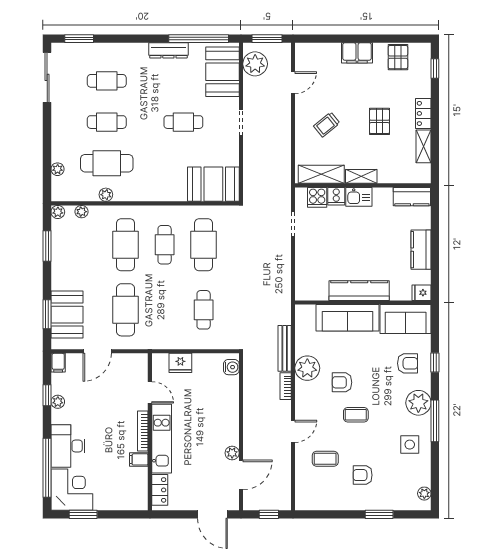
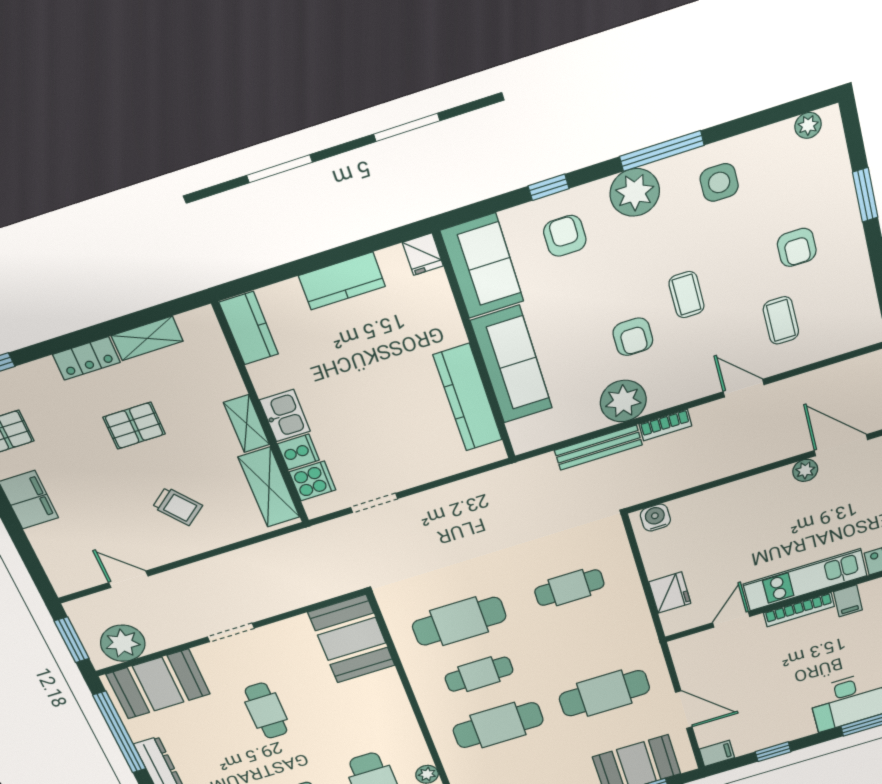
kitchen counter: (359, 291) -> (468, 398), moved
plant: (58, 402) -> (780, 735), removed

